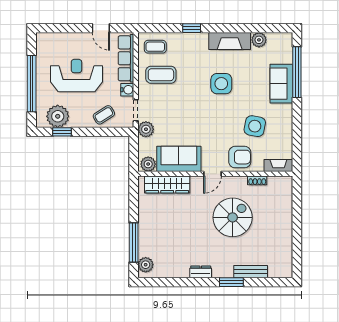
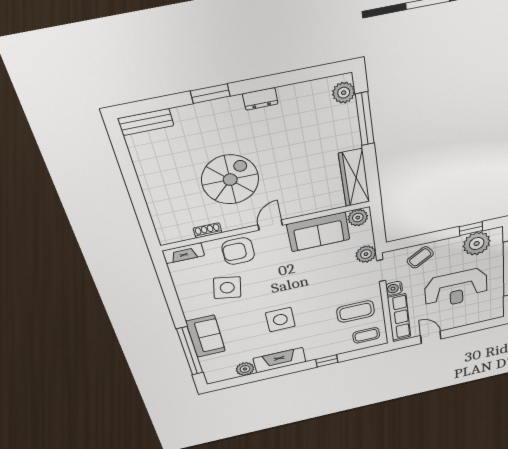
wardrobe: (167, 184) -> (354, 178), moved, turned -90
spiral stairs: (233, 217) -> (230, 180), turned 180
bench: (251, 272) -> (146, 122), moved

